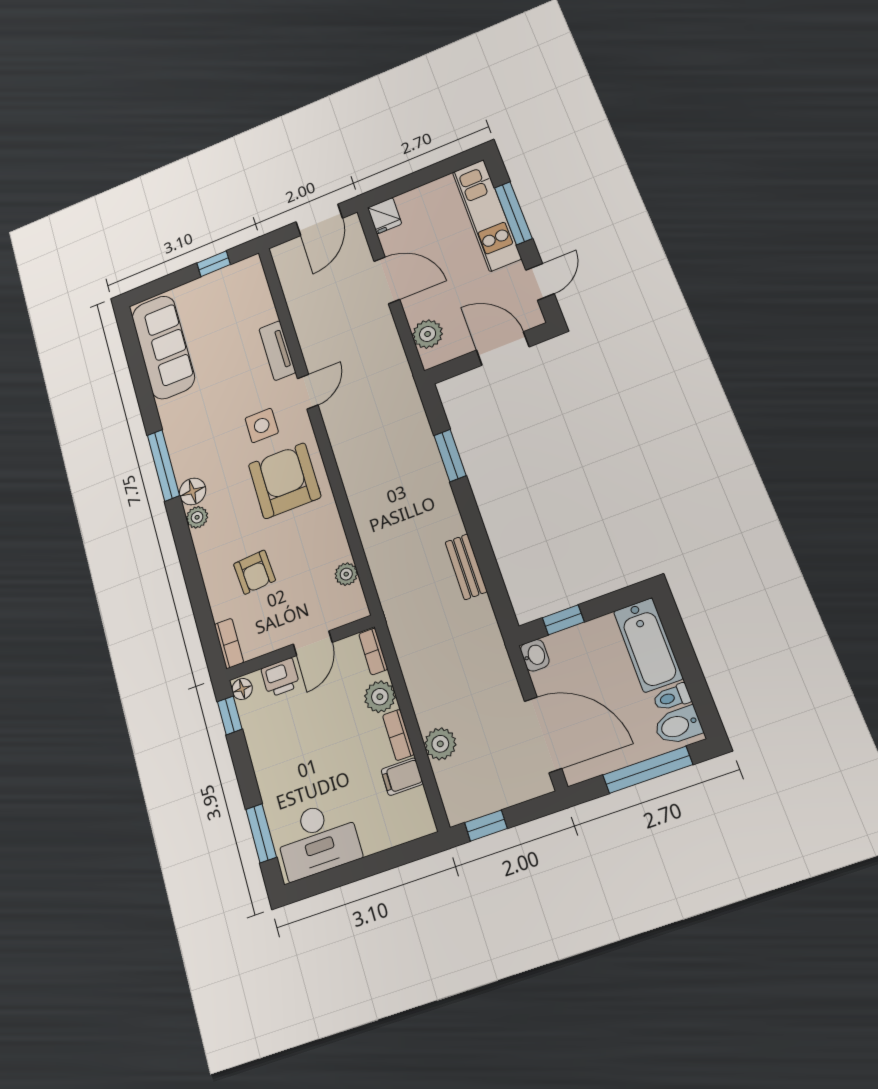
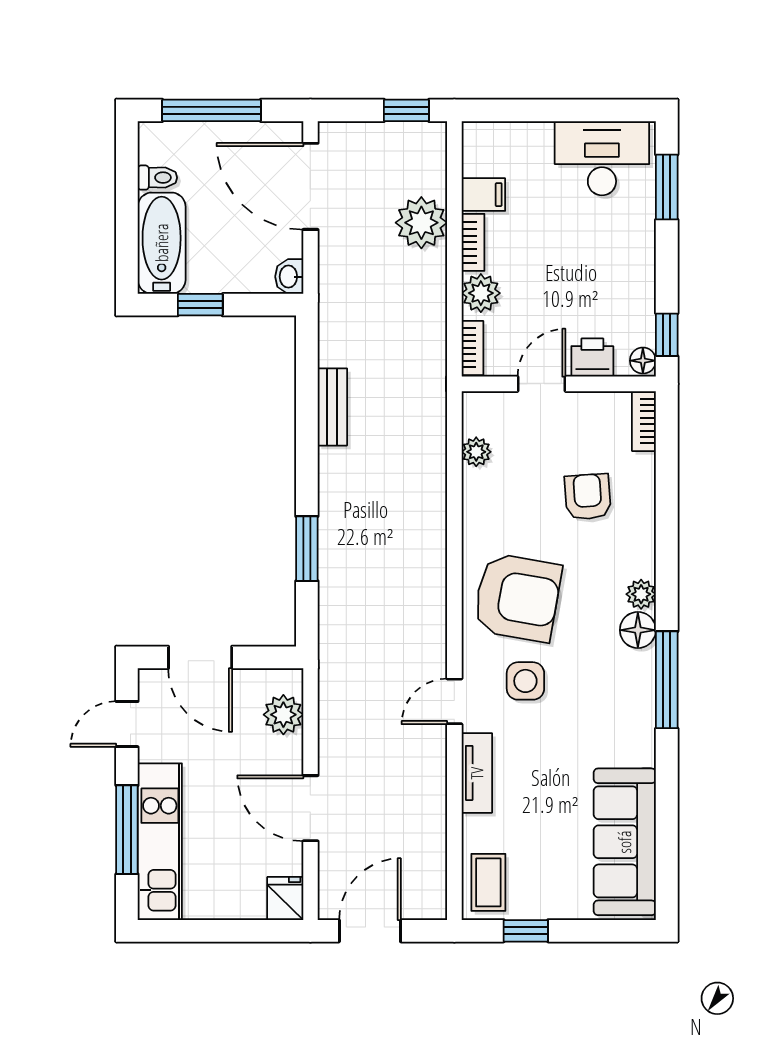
coffee table: (248, 283) -> (488, 882), added
armchair: (285, 481) -> (517, 597), turned -80
window: (563, 620) -> (200, 305), moved
bidet: (678, 726) -> (162, 146), removed
plant: (440, 744) -> (421, 223), width x1.36, depth x1.36

